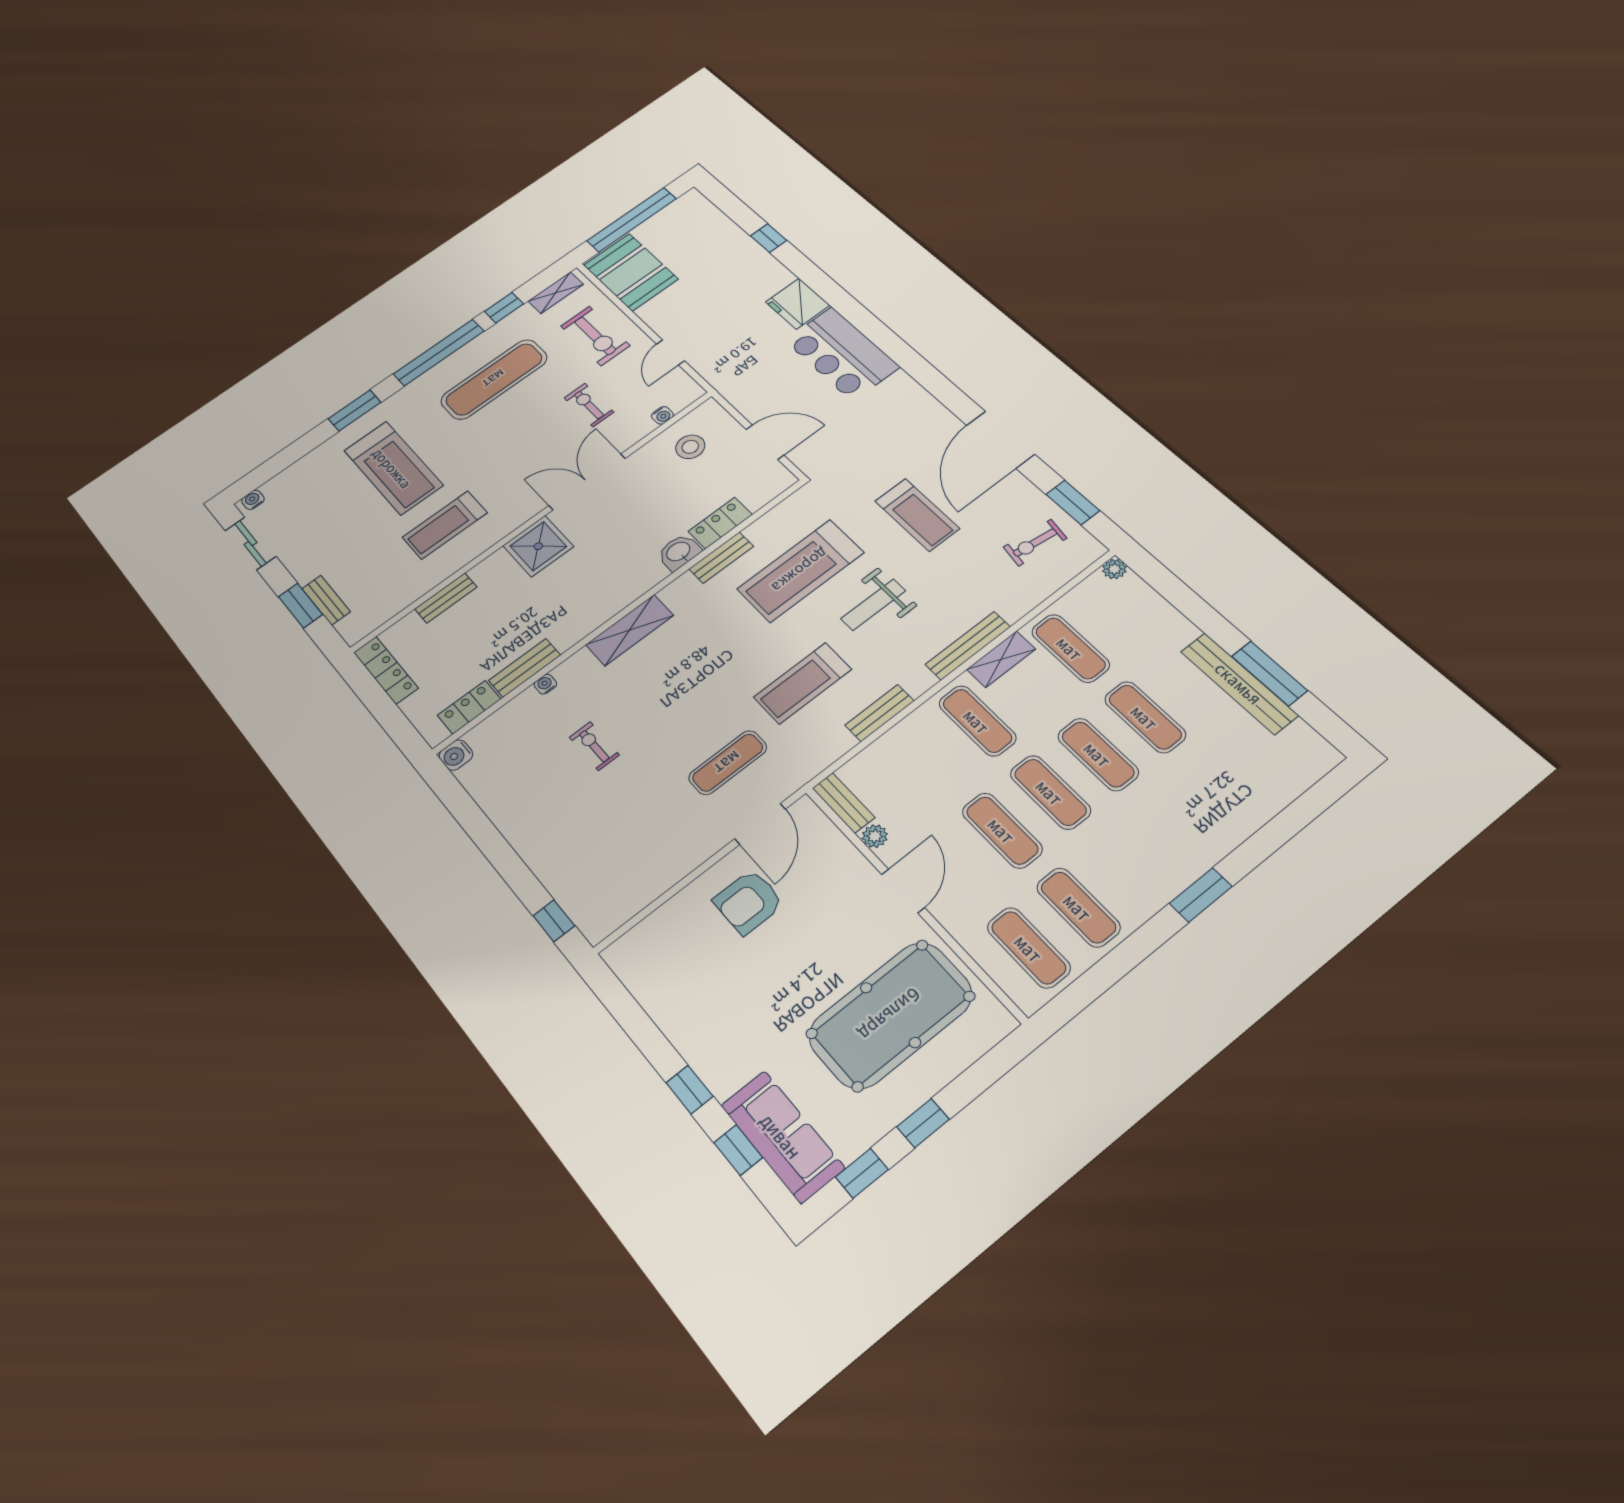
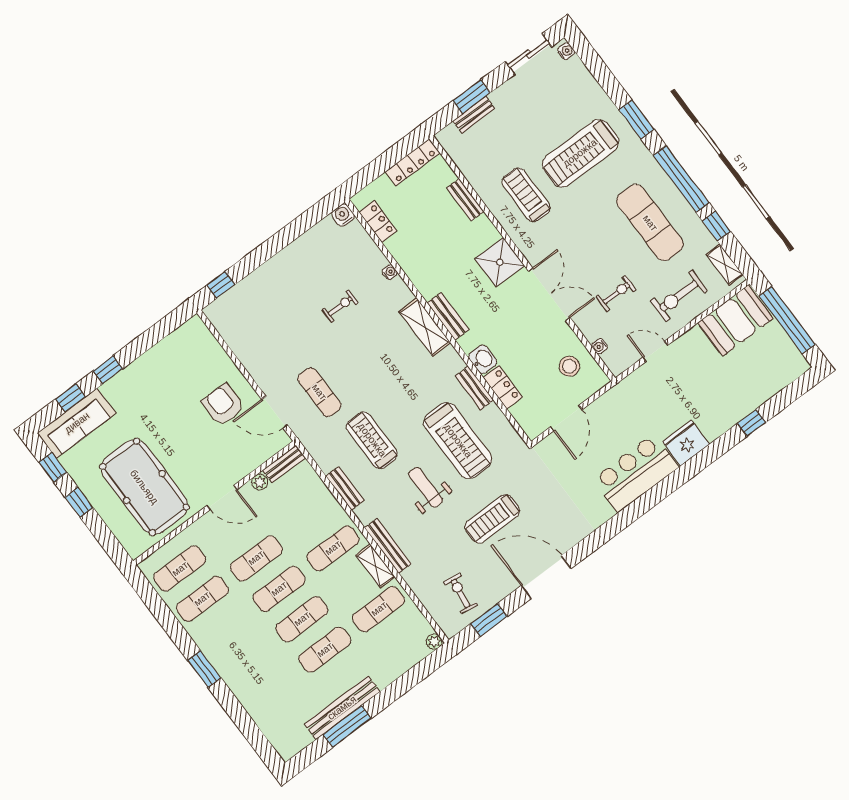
treadmill: (800, 571) -> (458, 441), turned 180
bench: (525, 668) -> (448, 316), moved

